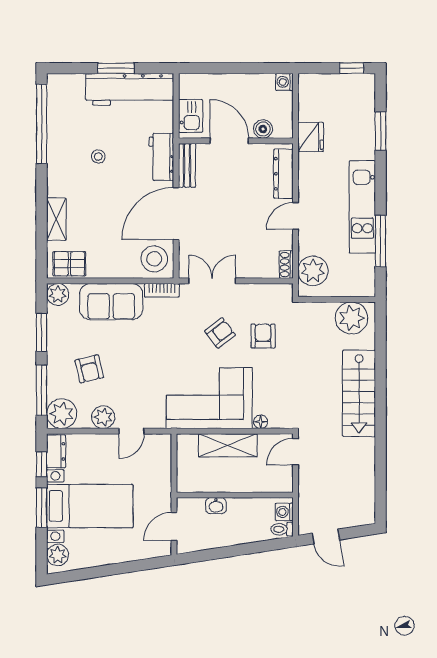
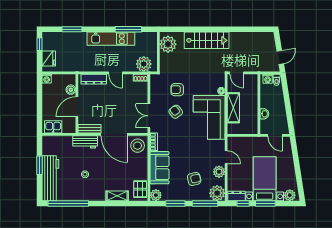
workbench: (130, 89) -> (50, 178), moved
kitchen sink: (191, 116) -> (53, 127), moved
fridge: (311, 137) -> (49, 58), moved, turned 90

